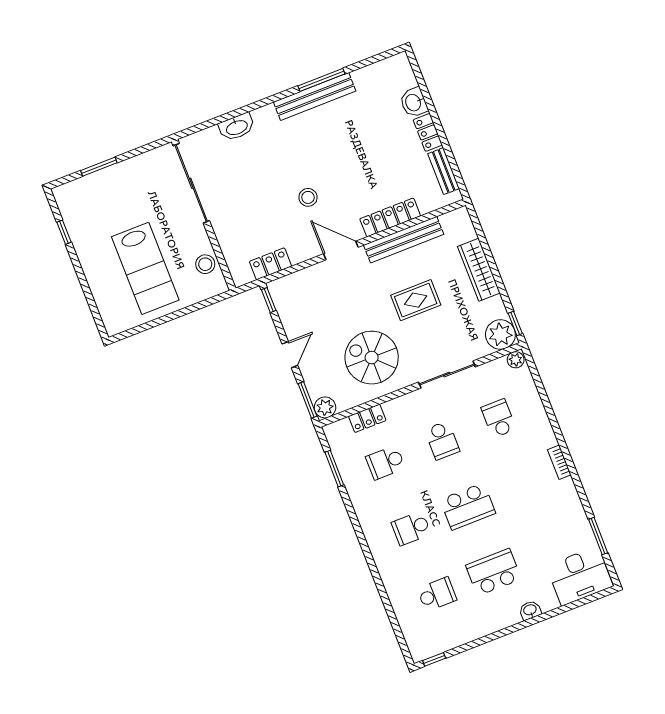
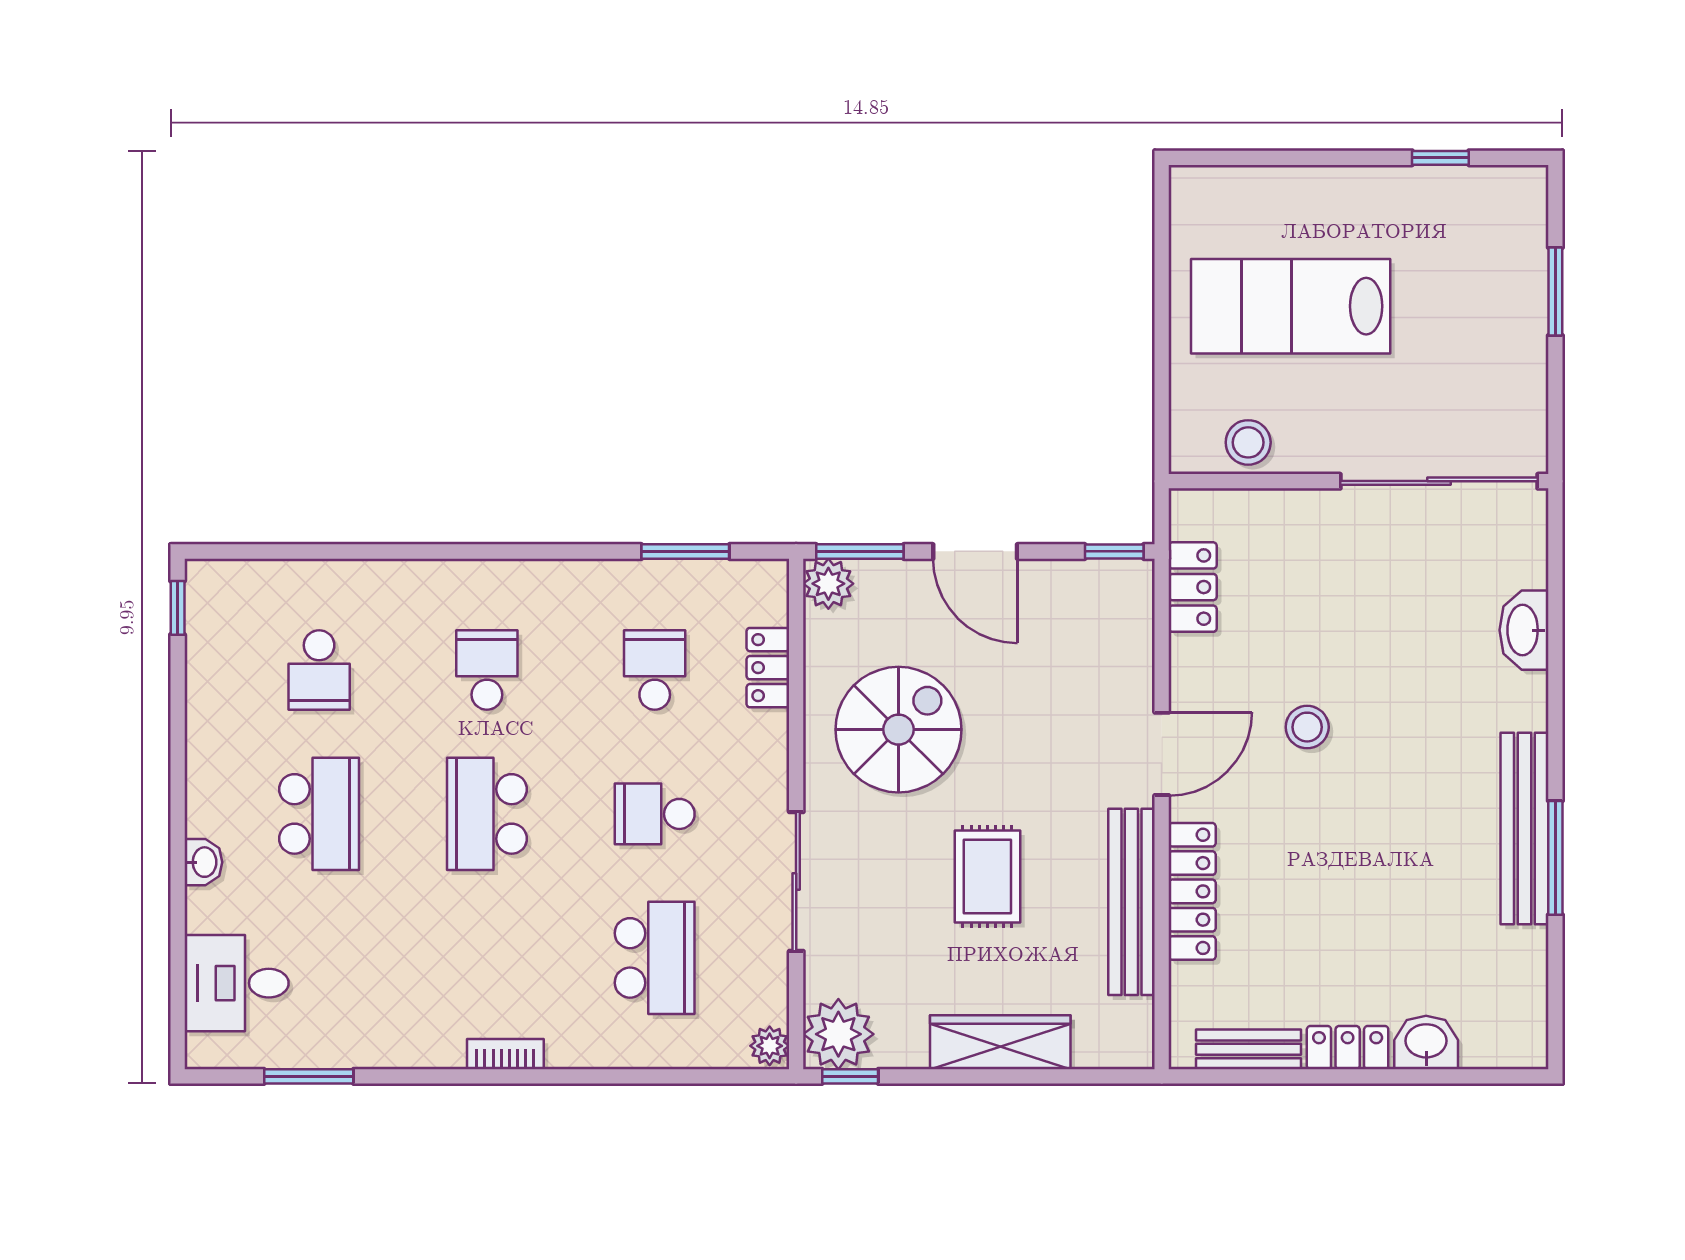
door: (290, 355) -> (975, 551), width x1.38
school desk: (499, 418) -> (655, 958), width x1.85
desk: (580, 576) -> (237, 983), width x0.73

